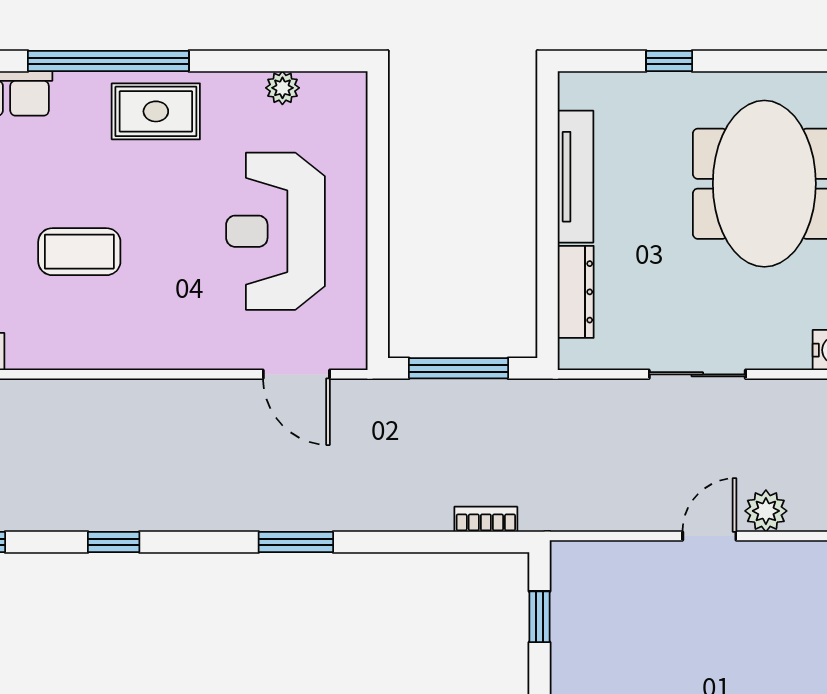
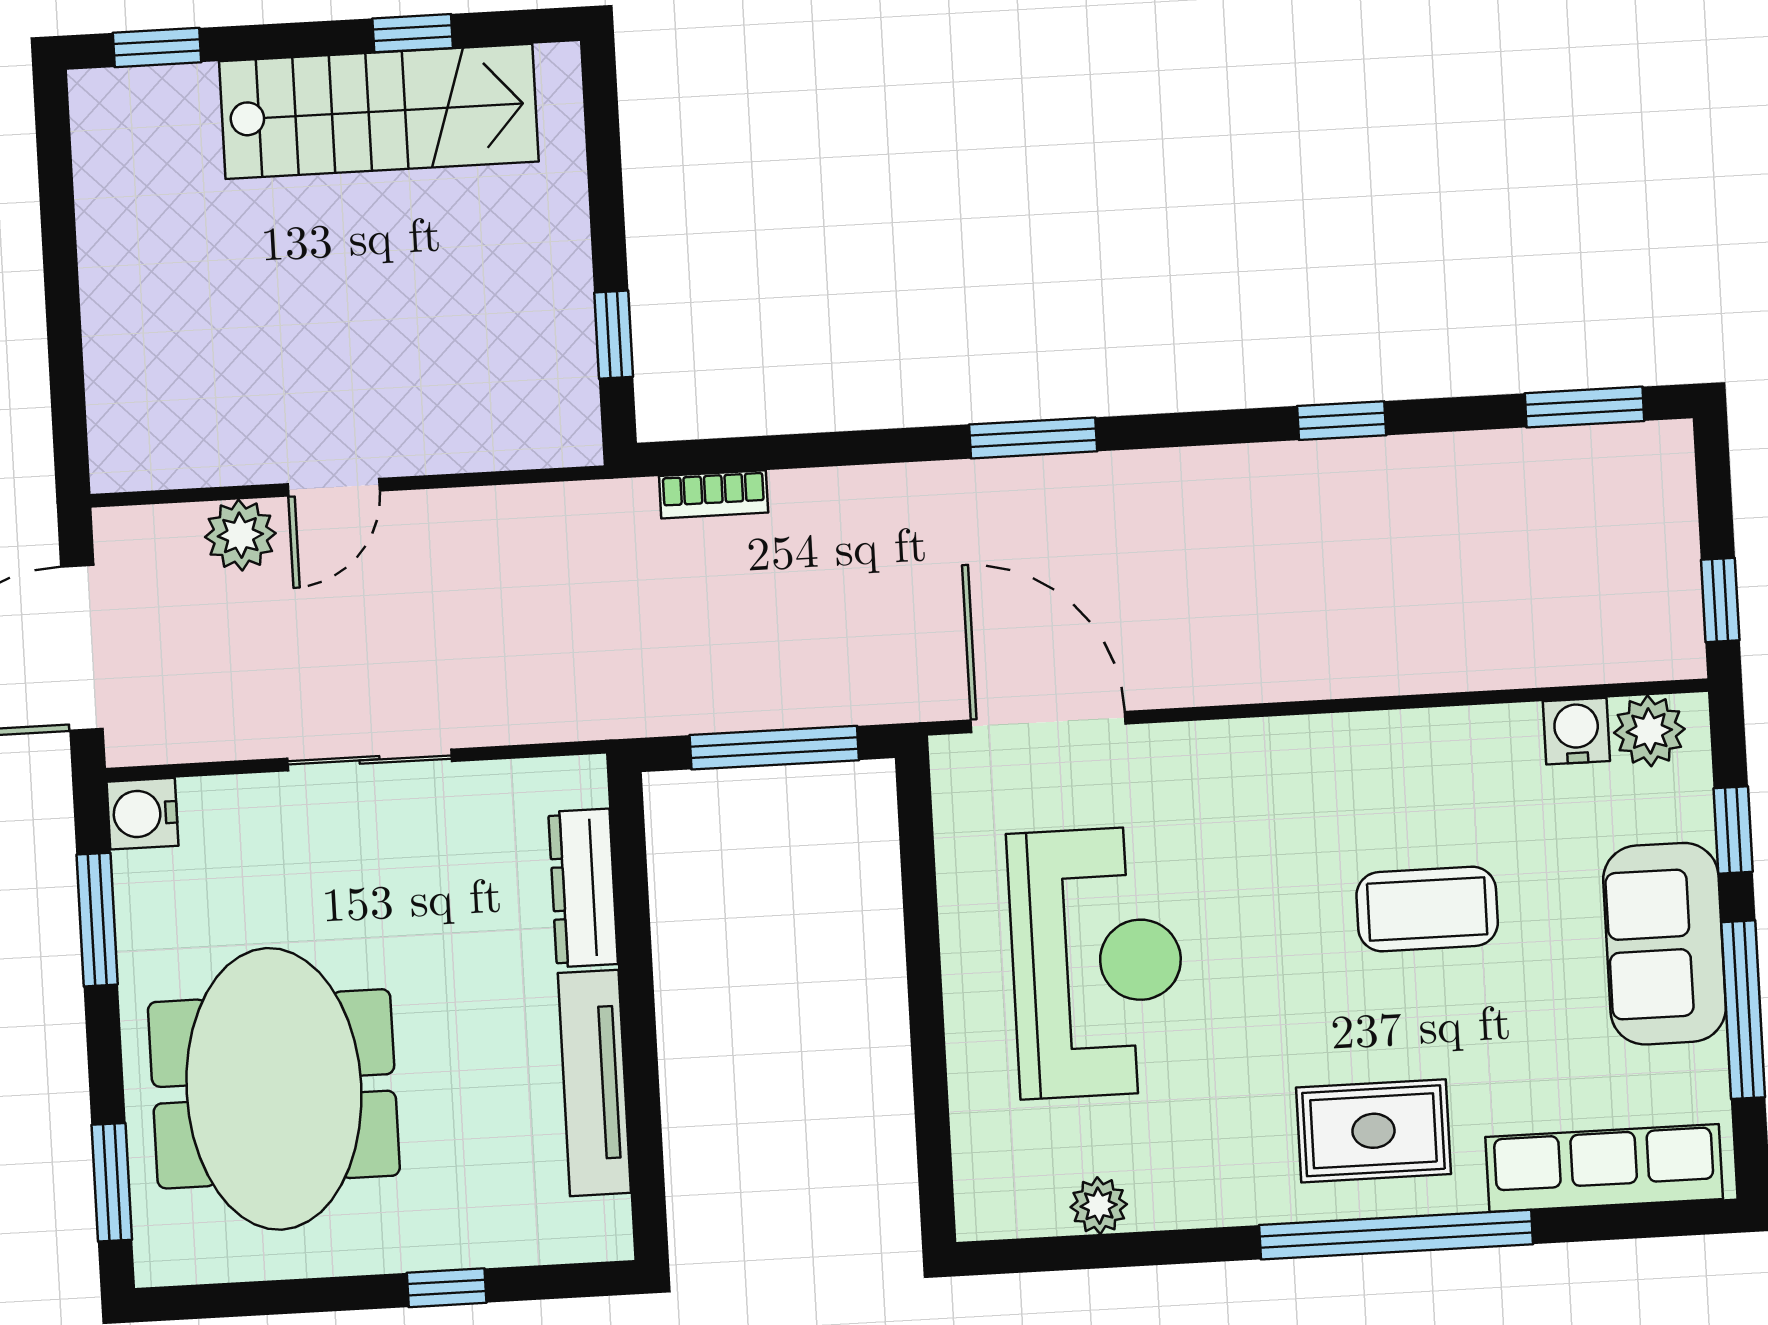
rug: (156, 111) -> (1373, 1131), moved
door: (296, 374) -> (1048, 722), width x1.36

